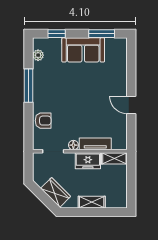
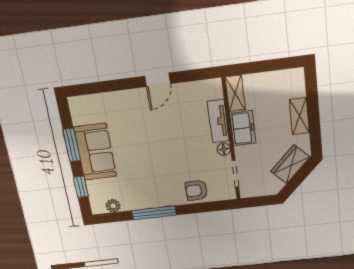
window: (102, 34) -> (72, 145), moved
armchair: (43, 121) -> (196, 190), turned -90

